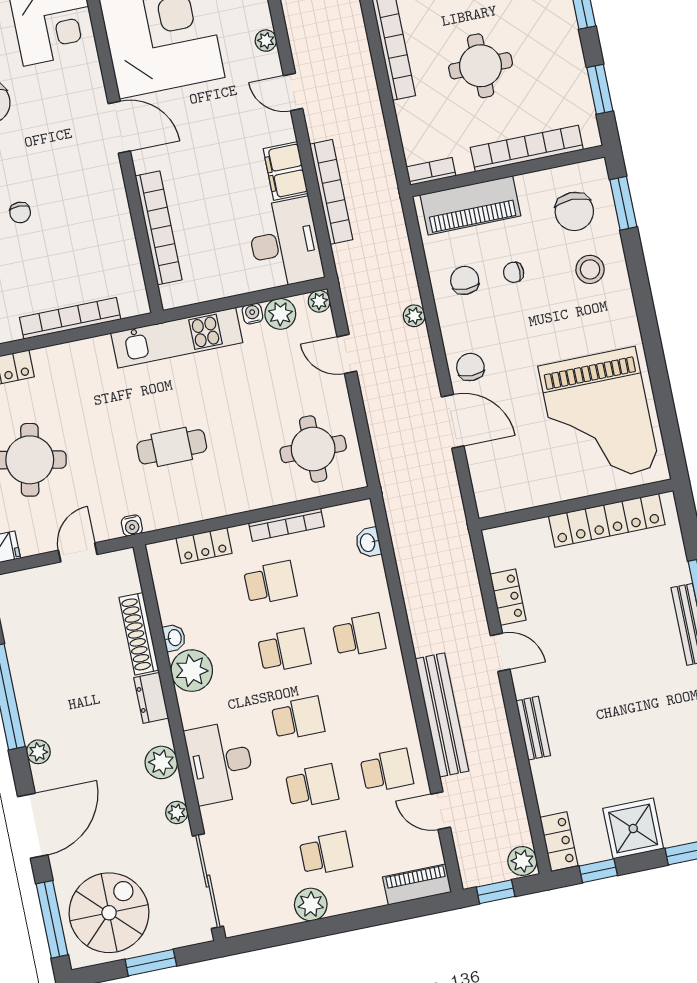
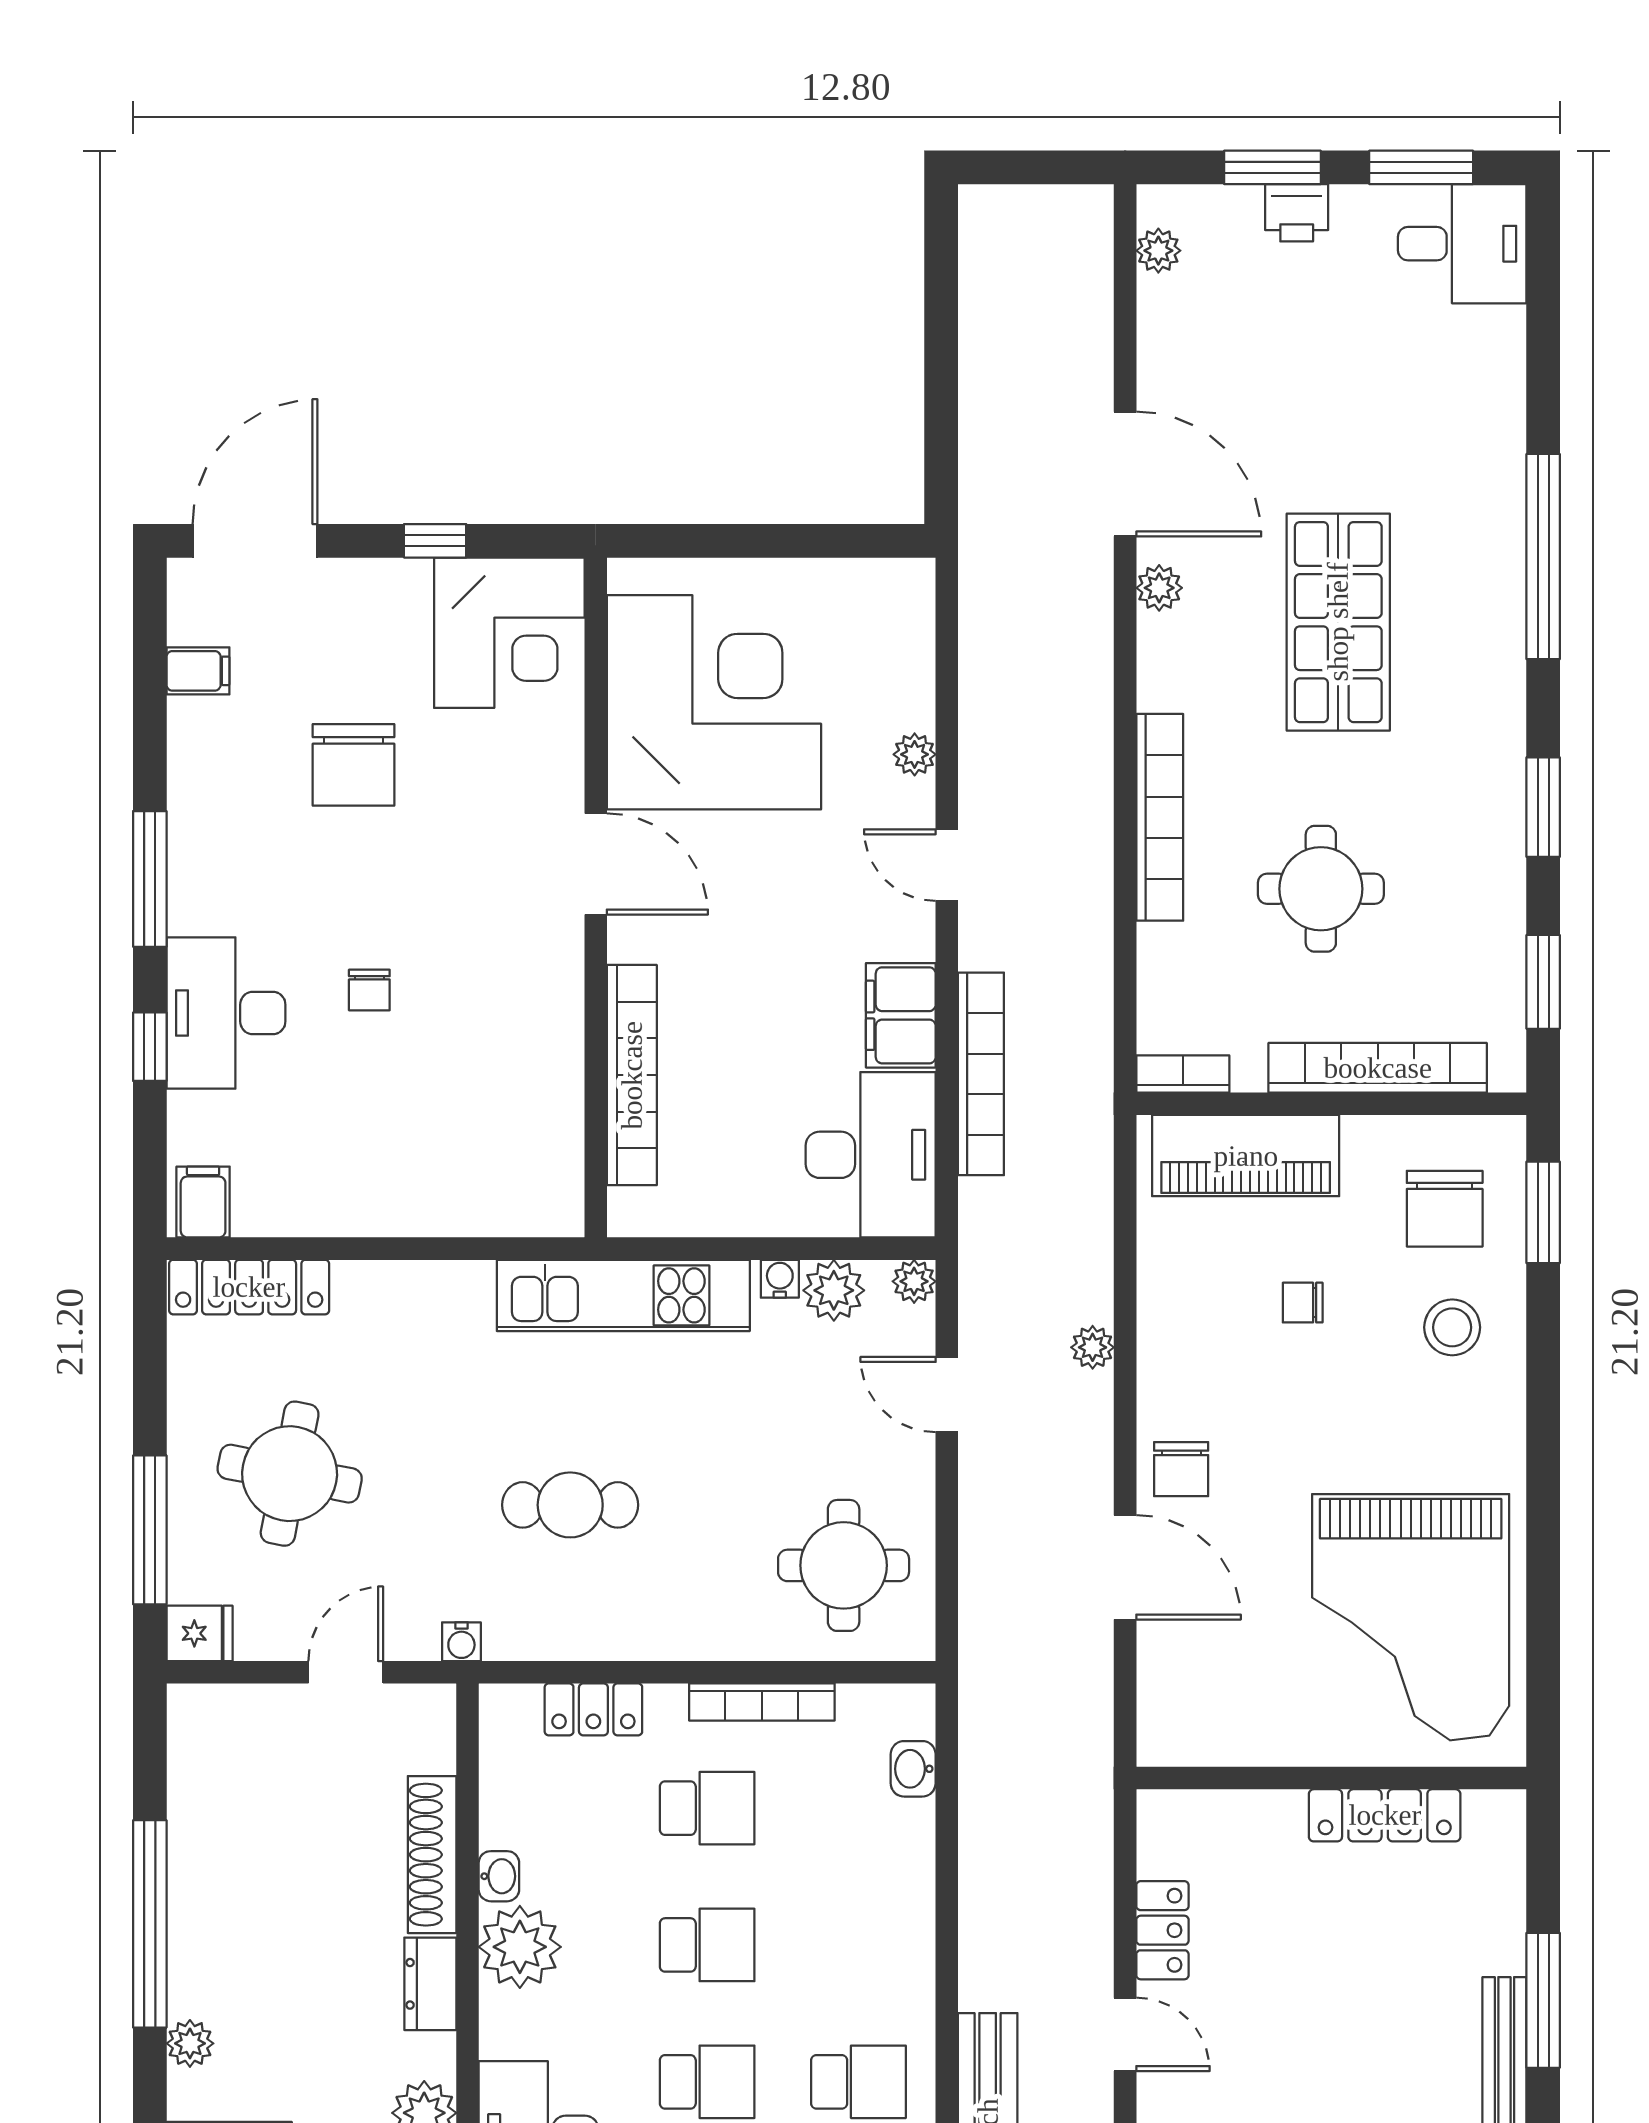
chair: (465, 280) -> (1205, 1299), removed
bookcase: (70, 318) -> (424, 1215), removed
chair: (470, 367) -> (1181, 1469), turned 180
locker: (607, 520) -> (1385, 1815), width x0.71, depth x0.83
school desk: (359, 635) -> (858, 2082), moved

